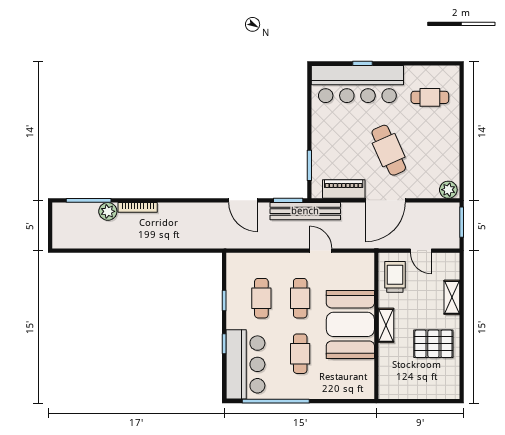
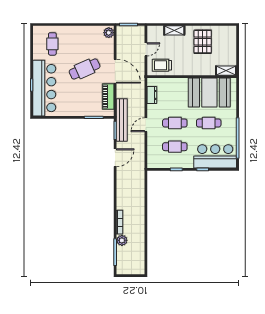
door: (321, 251) -> (146, 125), moved
dresser: (346, 261) -> (152, 95), added
booth: (350, 324) -> (209, 92), moved
shelving: (386, 325) -> (226, 71), moved

